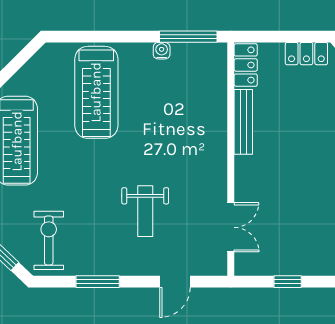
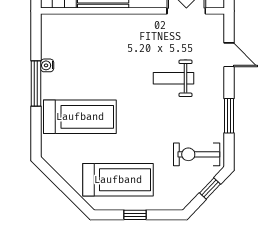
window: (188, 37) -> (36, 84), moved
weight bench: (145, 211) -> (173, 78), turned 180

